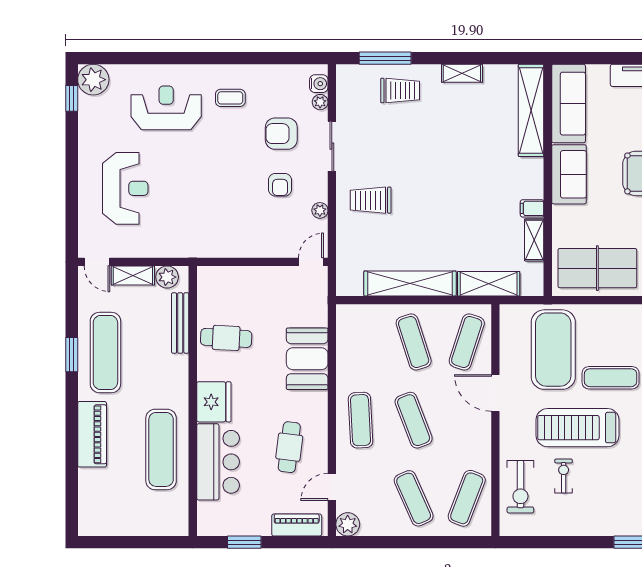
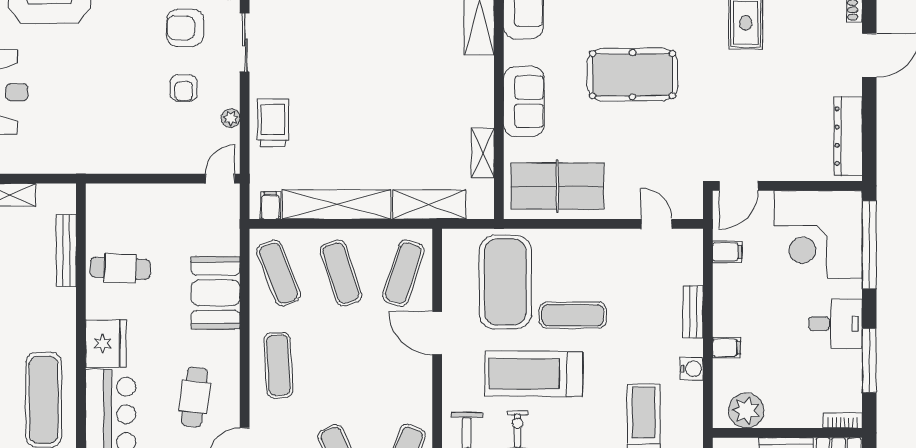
sofa: (569, 174) -> (524, 102), moved
trolley: (371, 200) -> (273, 123), moved, turned 90
filing cabinet: (532, 208) -> (270, 205), moved, turned 90
plant: (167, 277) -> (51, 197), removed
exercise mat: (414, 420) -> (278, 273), moved

